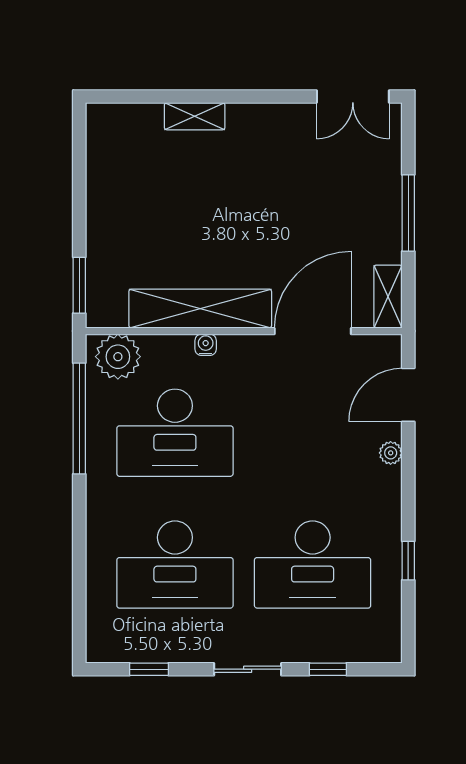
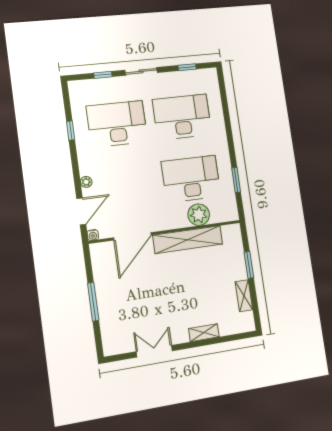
double door: (353, 97) -> (154, 351), moved
window: (79, 285) -> (249, 265), moved
shelving: (388, 297) -> (244, 296), moved
water cooler: (206, 345) -> (93, 235), moved
plant: (118, 357) -> (199, 215), moved
window: (79, 418) -> (236, 180), width x0.47

